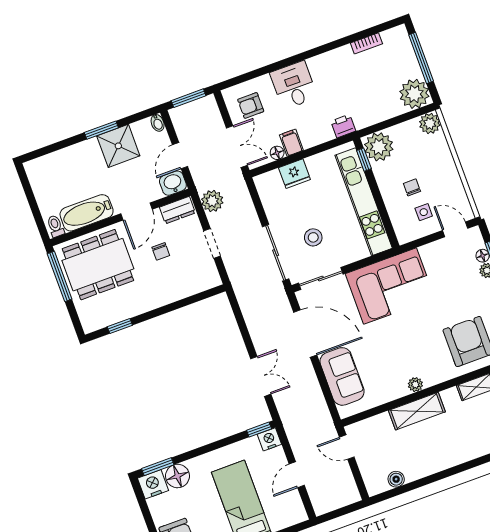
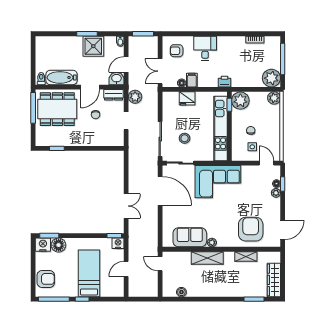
double door: (237, 147) -> (160, 71), swing flipped
sofa: (342, 376) -> (190, 237), moved, turned -90

